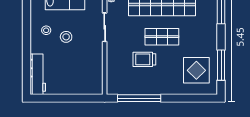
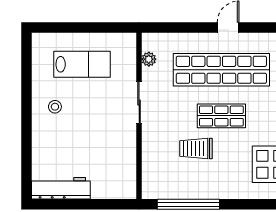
stool: (66, 37) -> (84, 116), removed
workbench: (38, 74) -> (61, 188), moved, turned -90

